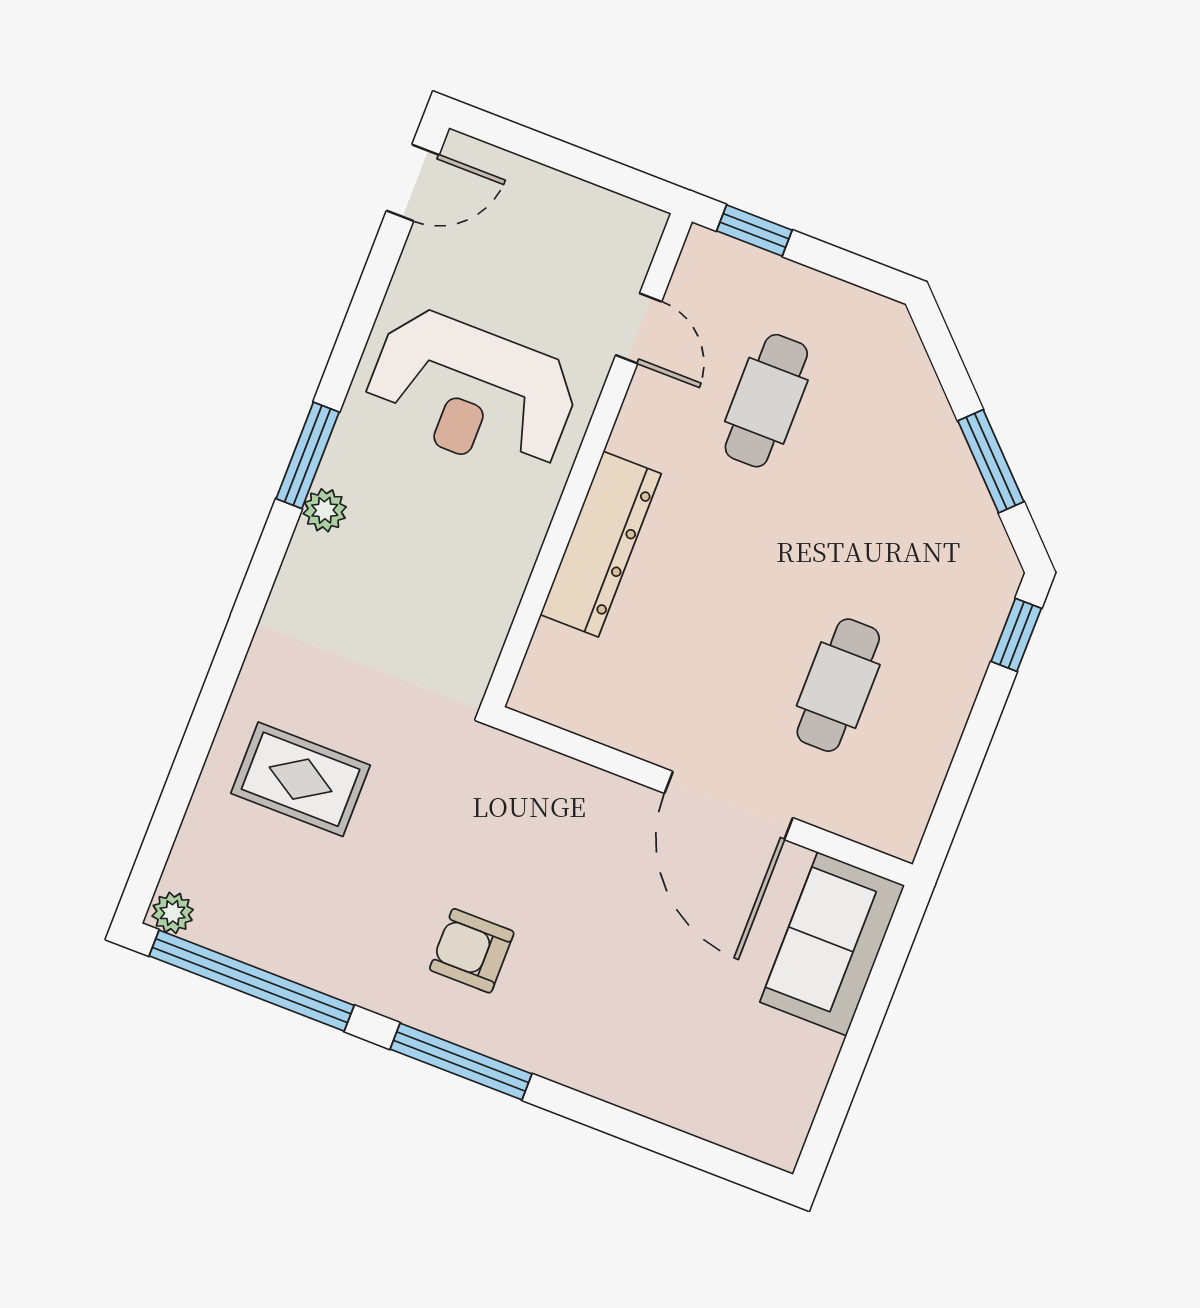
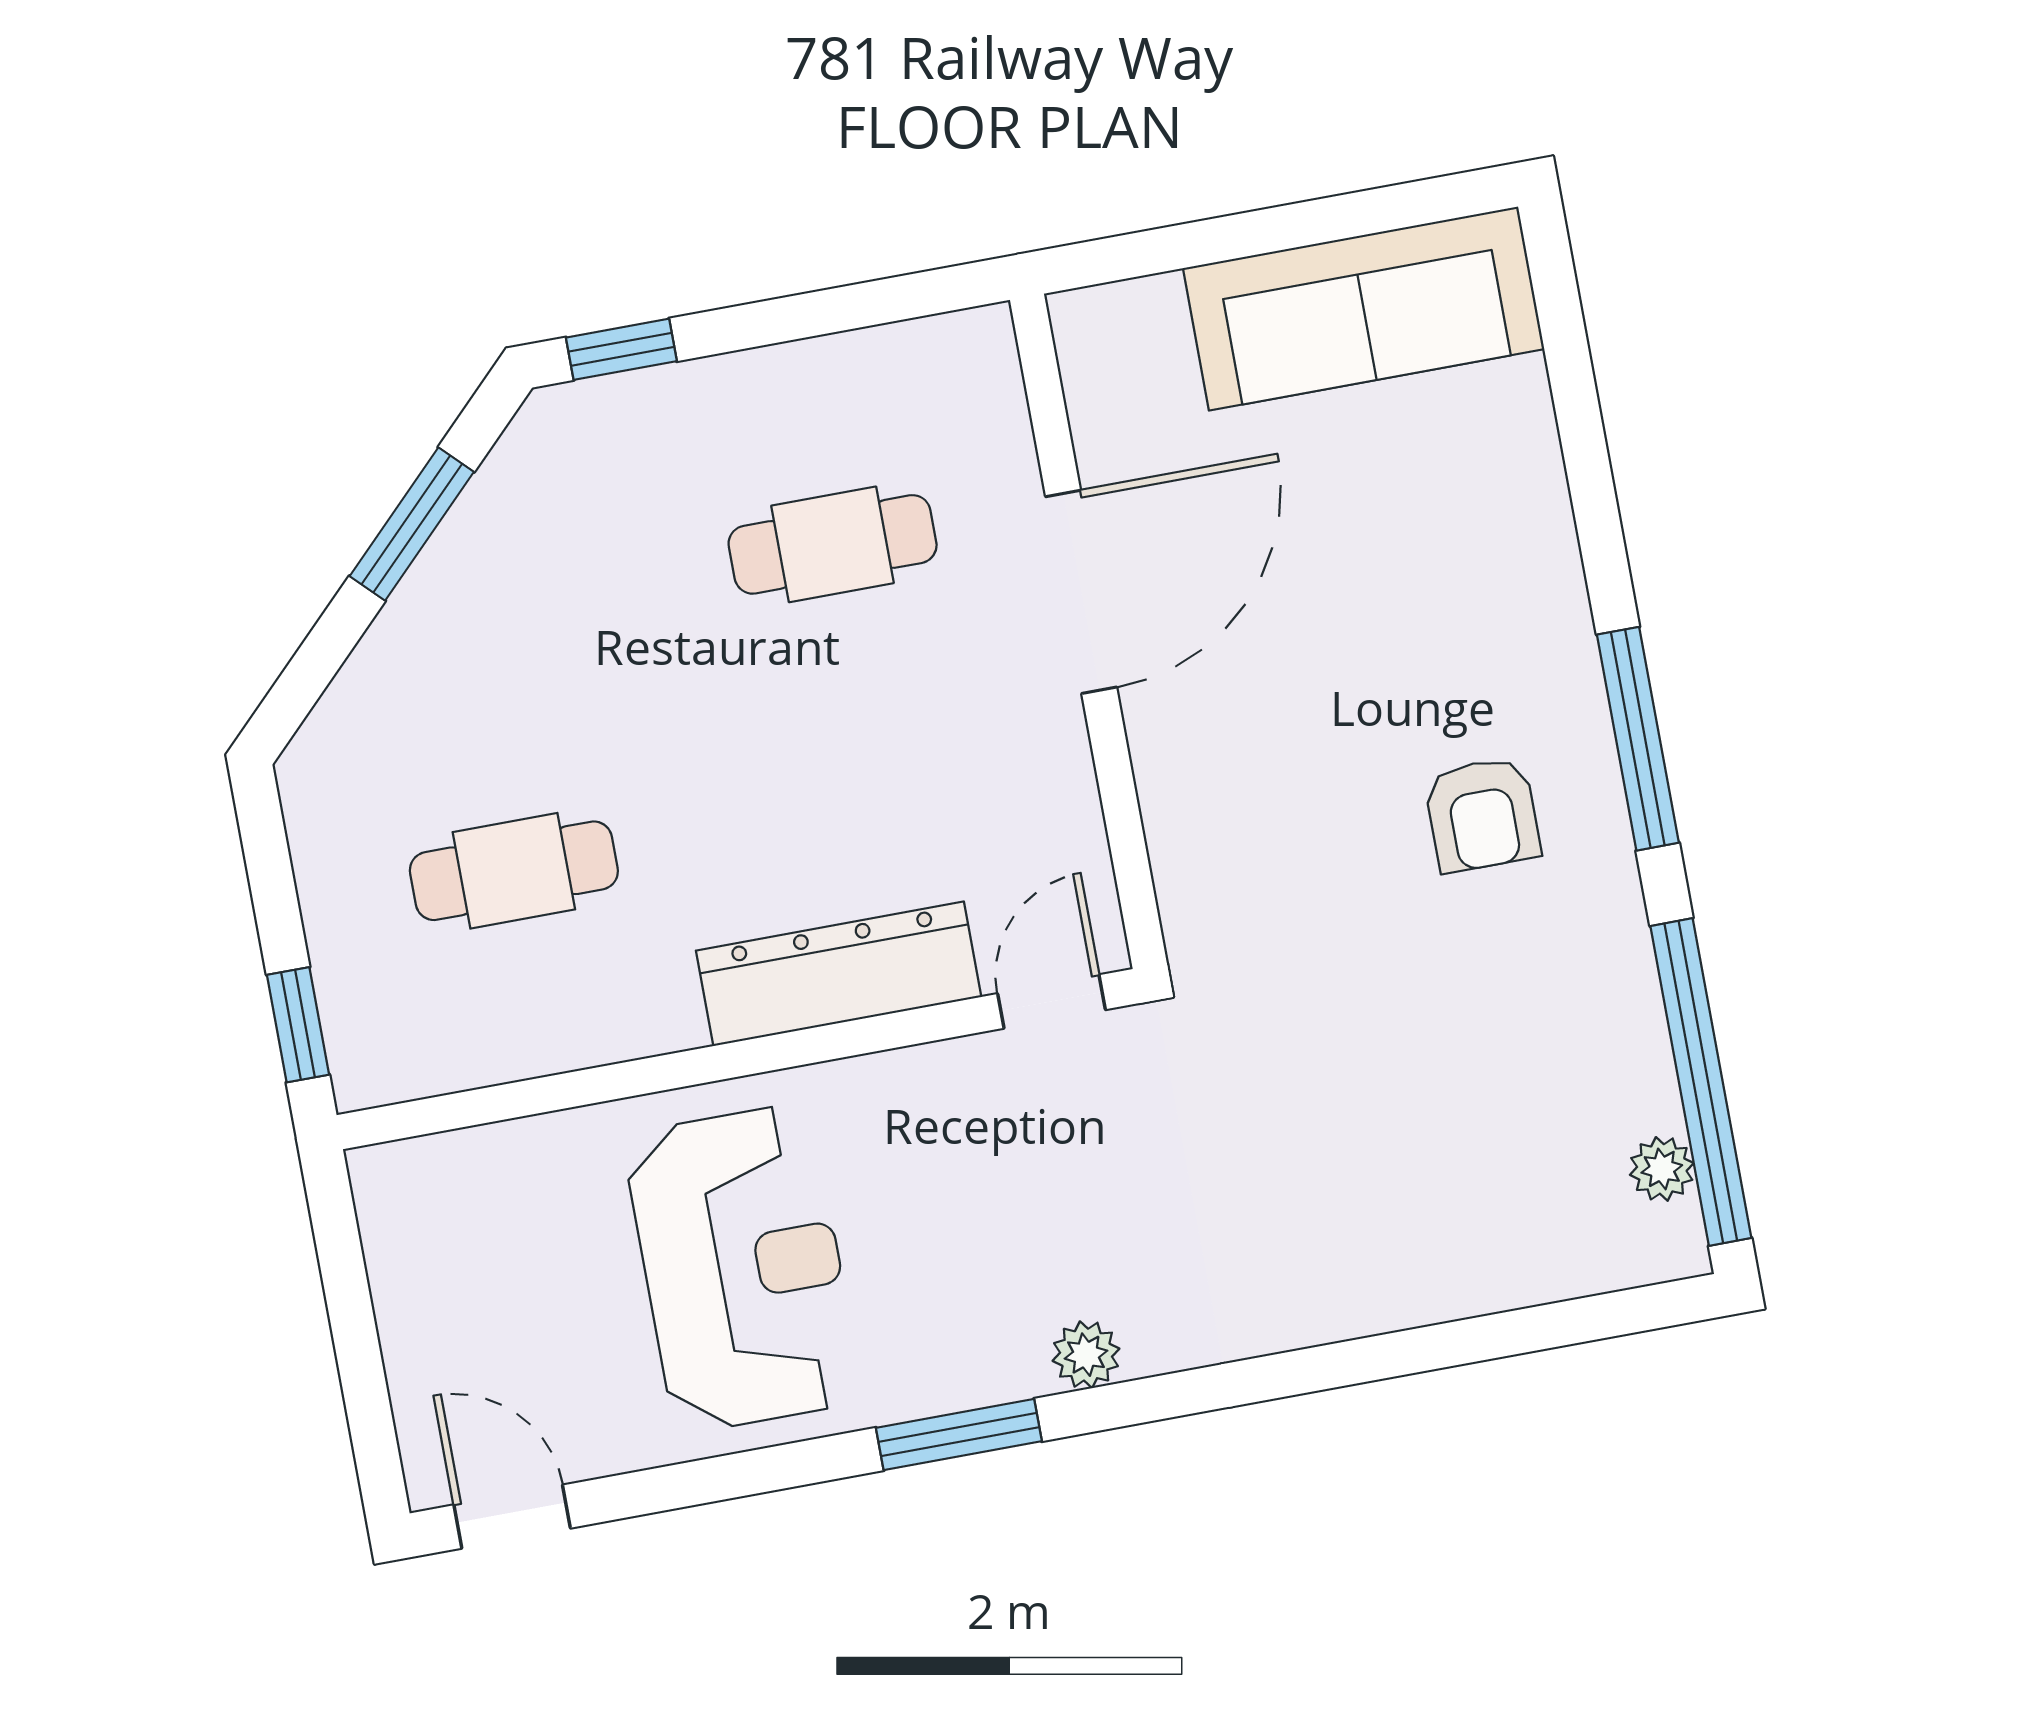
door: (639, 328) -> (1051, 1002), moved
plant: (325, 510) -> (1086, 1355), moved
rug: (301, 779) -> (1394, 1181), removed
plant: (173, 913) -> (1662, 1169), moved
sofa: (832, 944) -> (1364, 309), moved, width x1.36

